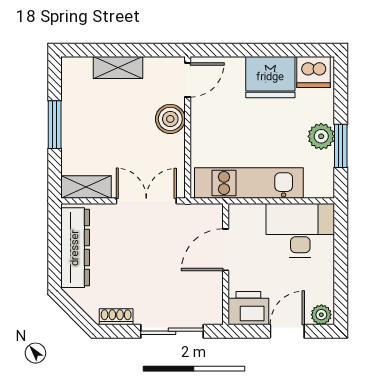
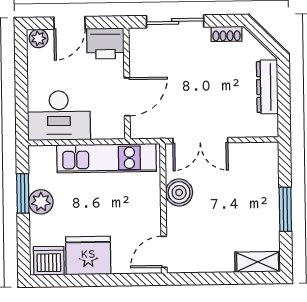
shelving: (118, 68) -> (258, 262), moved
boiler: (170, 119) -> (179, 192), moved
shelving: (86, 187) -> (256, 152), removed
dresser: (75, 248) -> (267, 87), width x0.73, depth x0.80

